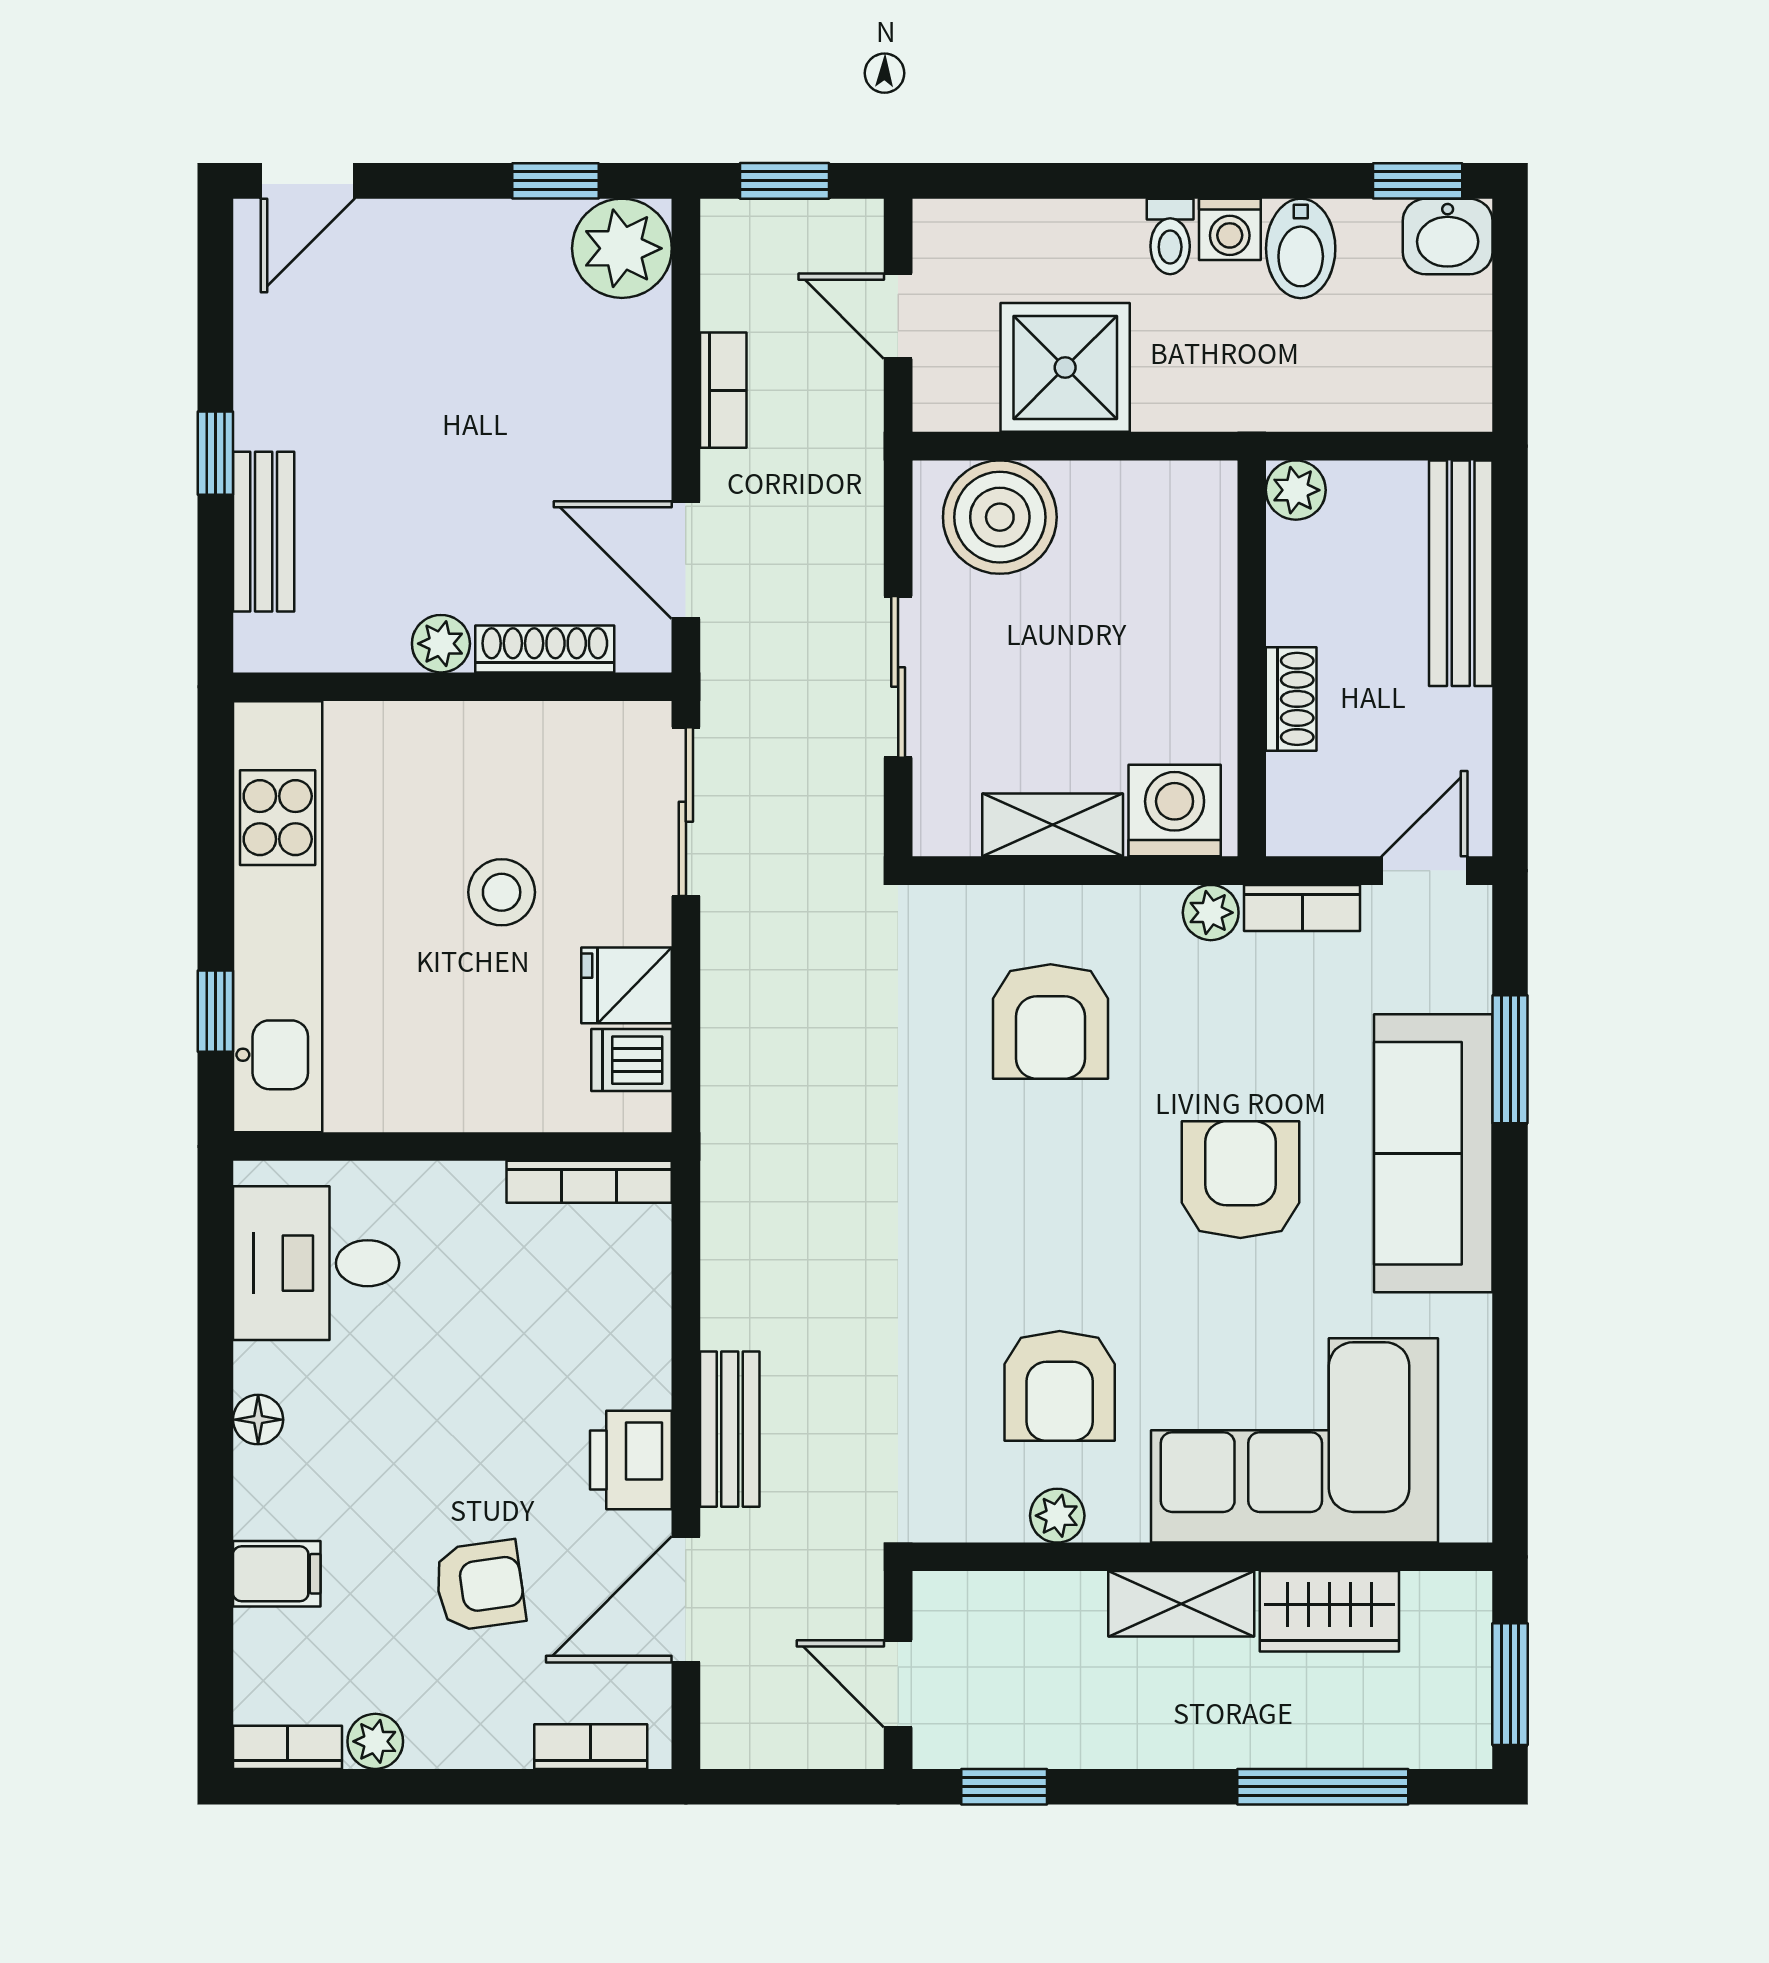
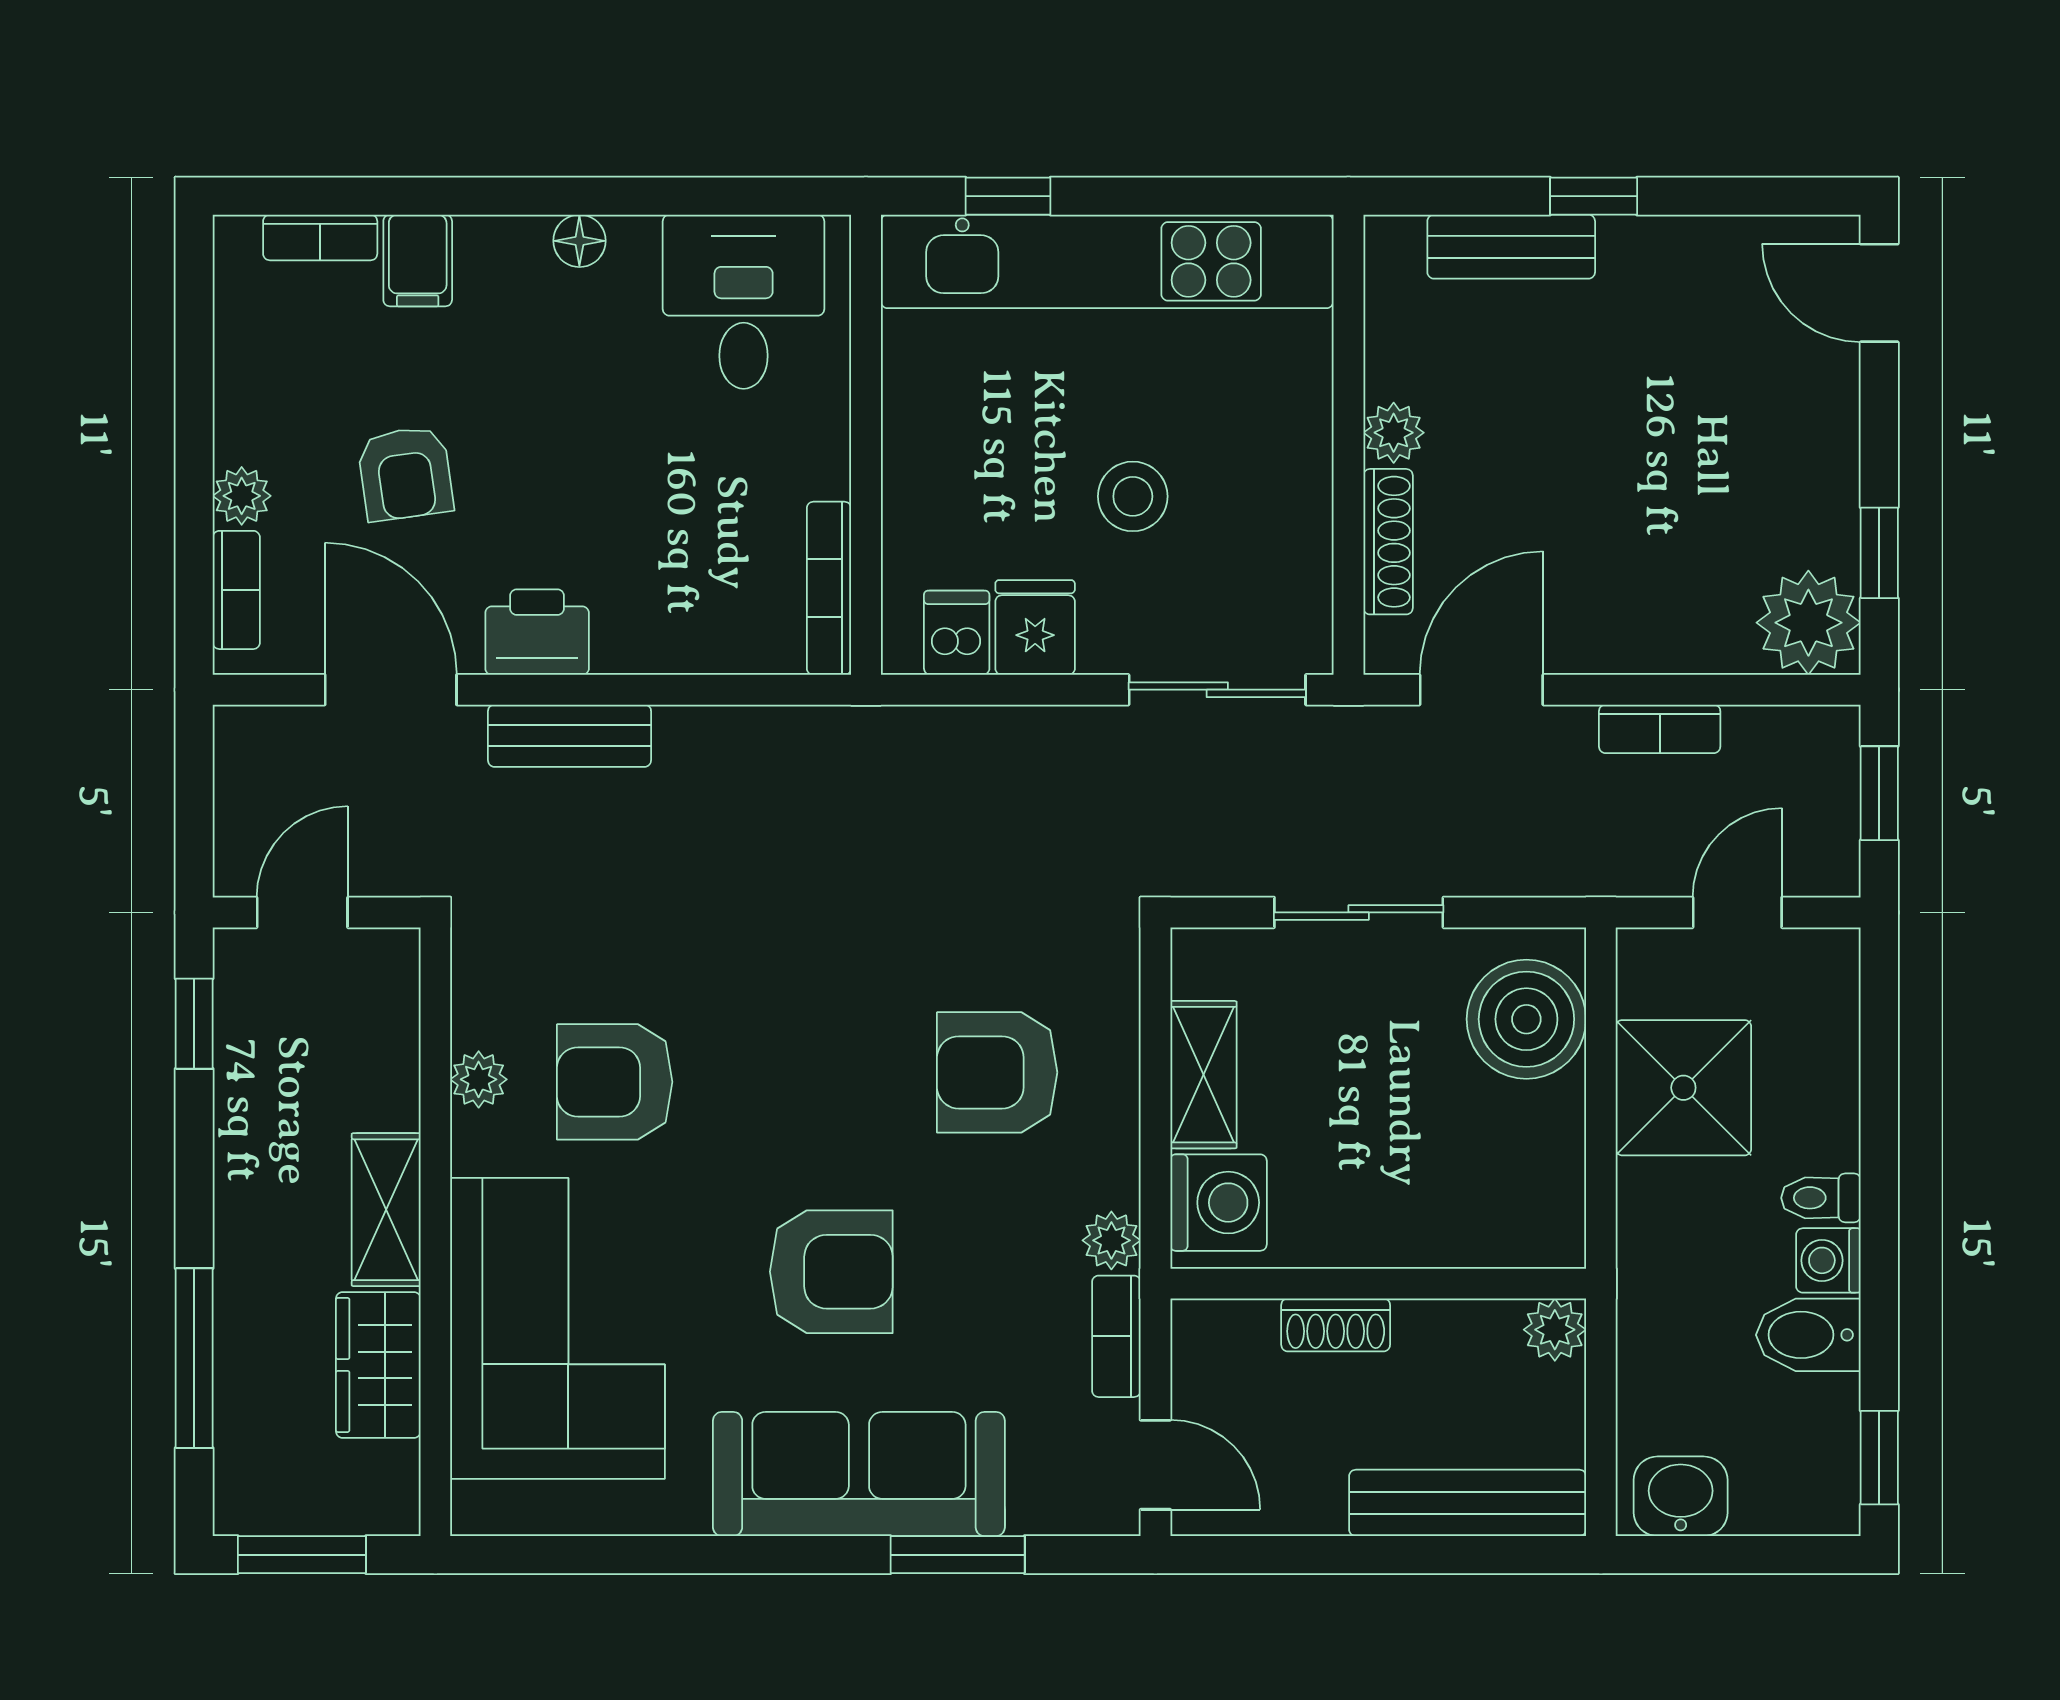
washbasin: (1448, 236) -> (1681, 1496), moved, turned 90
plant: (375, 1741) -> (242, 496), moved
bookcase: (288, 1747) -> (320, 237), moved, turned 90

